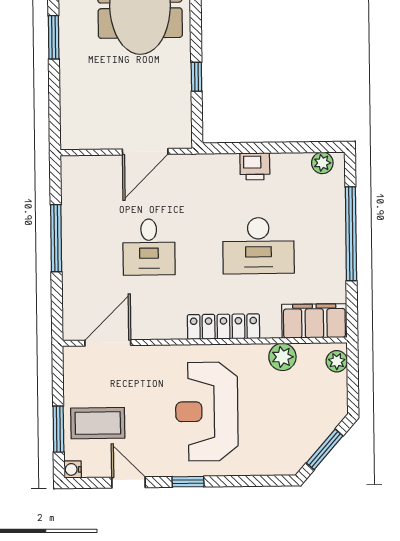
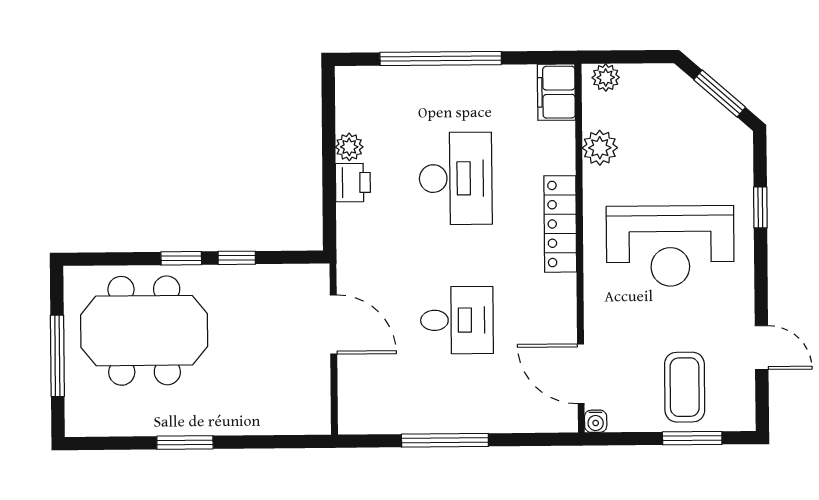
window: (196, 34) -> (181, 258), added
plant: (322, 163) -> (349, 147), moved
filing cabinet: (314, 321) -> (556, 92), width x0.67, depth x0.86
water cooler: (73, 469) -> (596, 421), moved
door: (128, 482) -> (762, 348), swing flipped
window: (188, 482) -> (760, 207), moved

